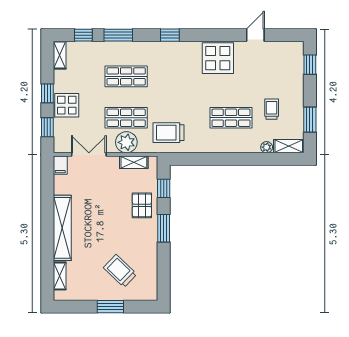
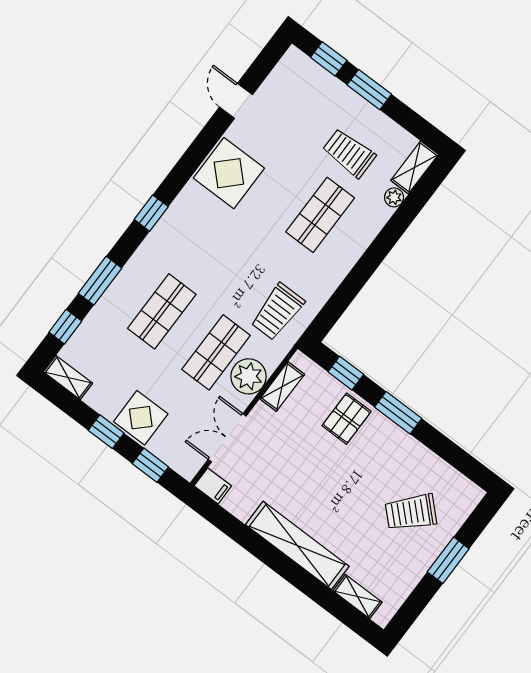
trolley: (272, 109) -> (349, 153), width x1.36, depth x1.39
window: (310, 120) -> (369, 90), moved
pallet: (142, 205) -> (347, 419), turned 90

